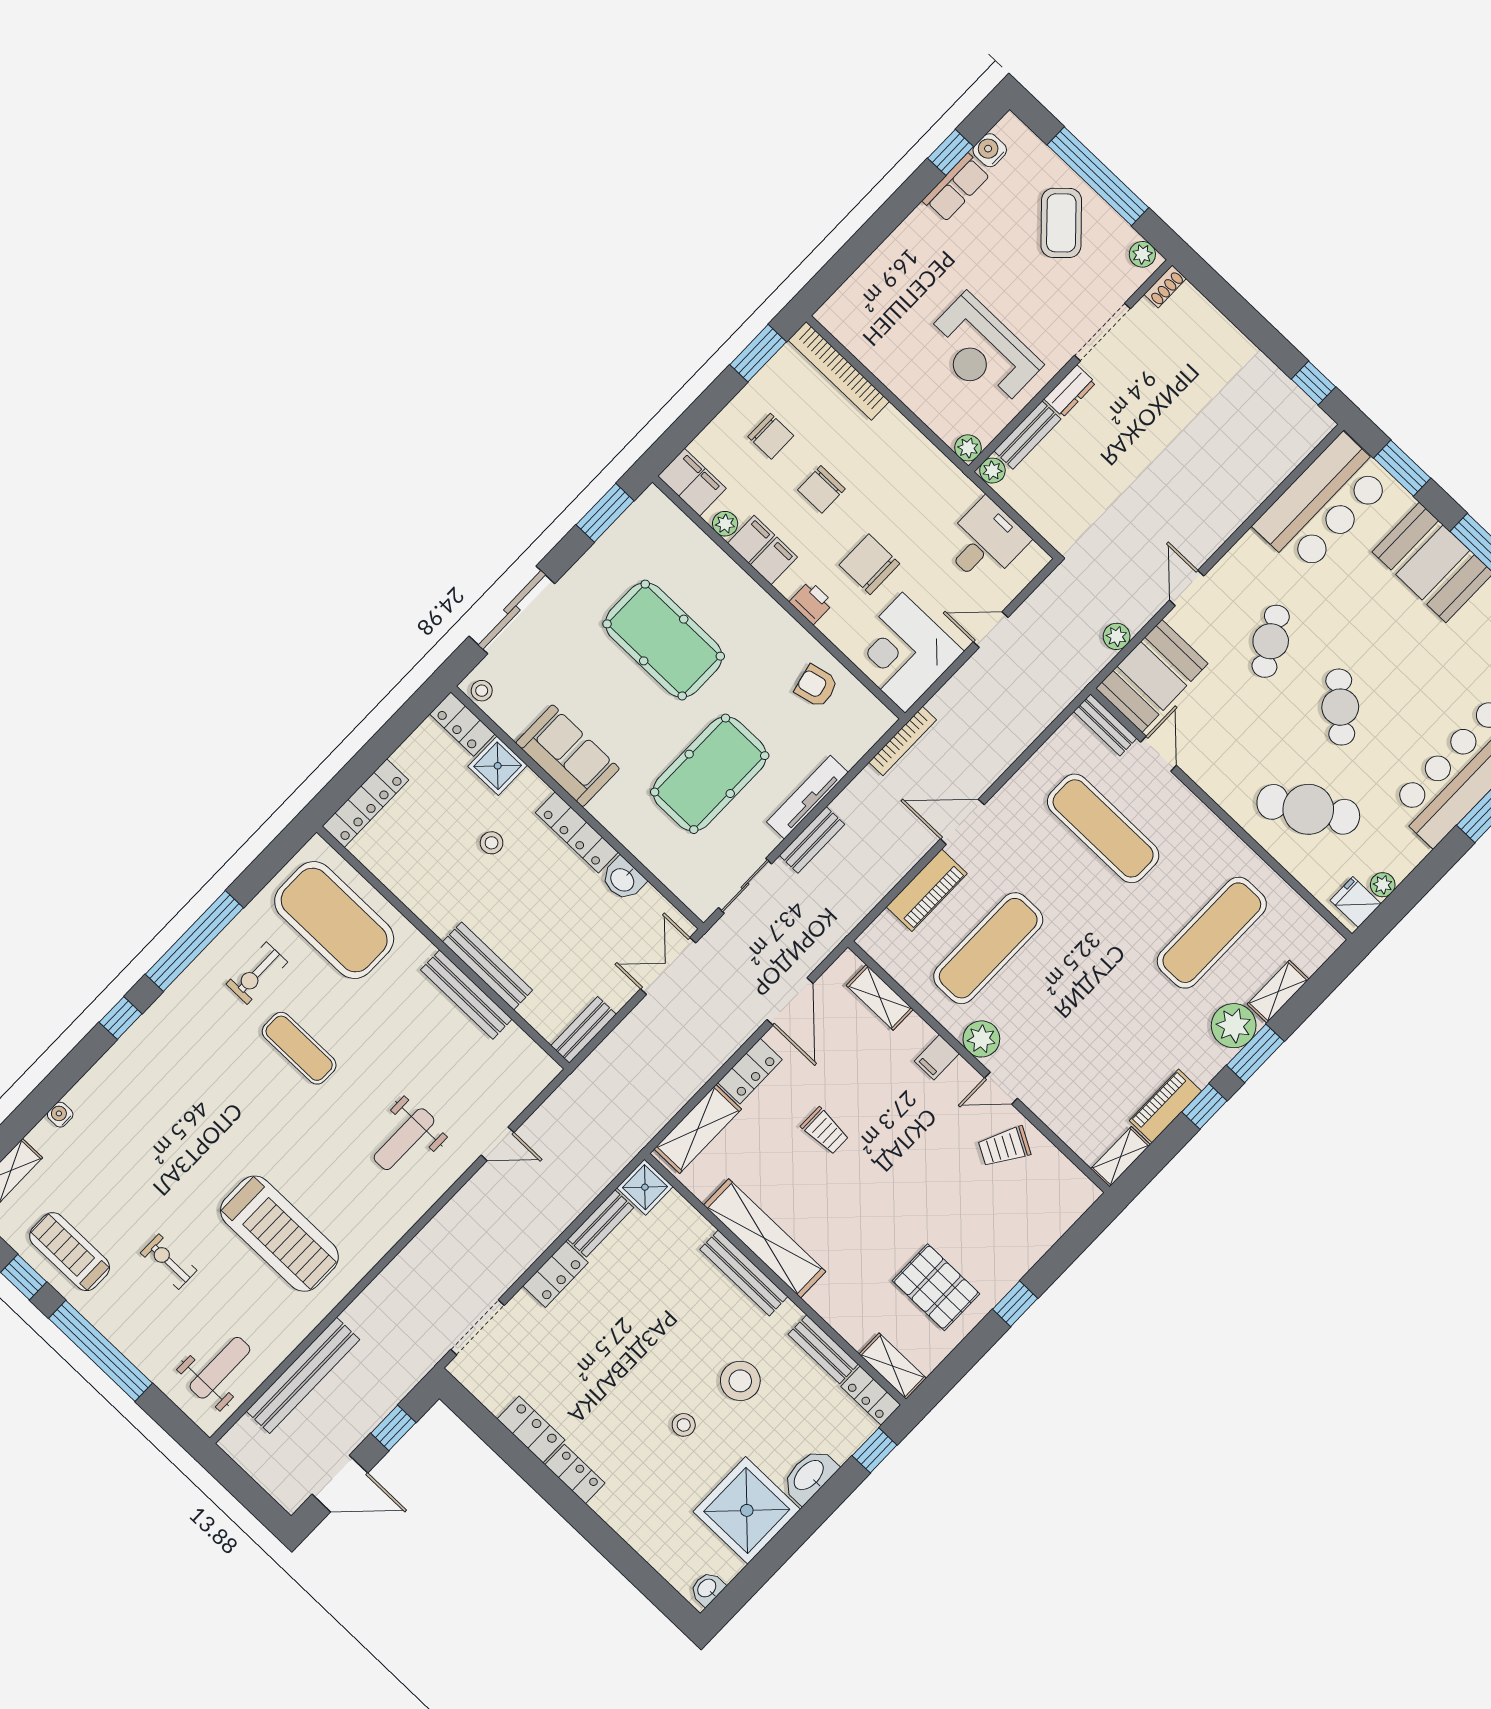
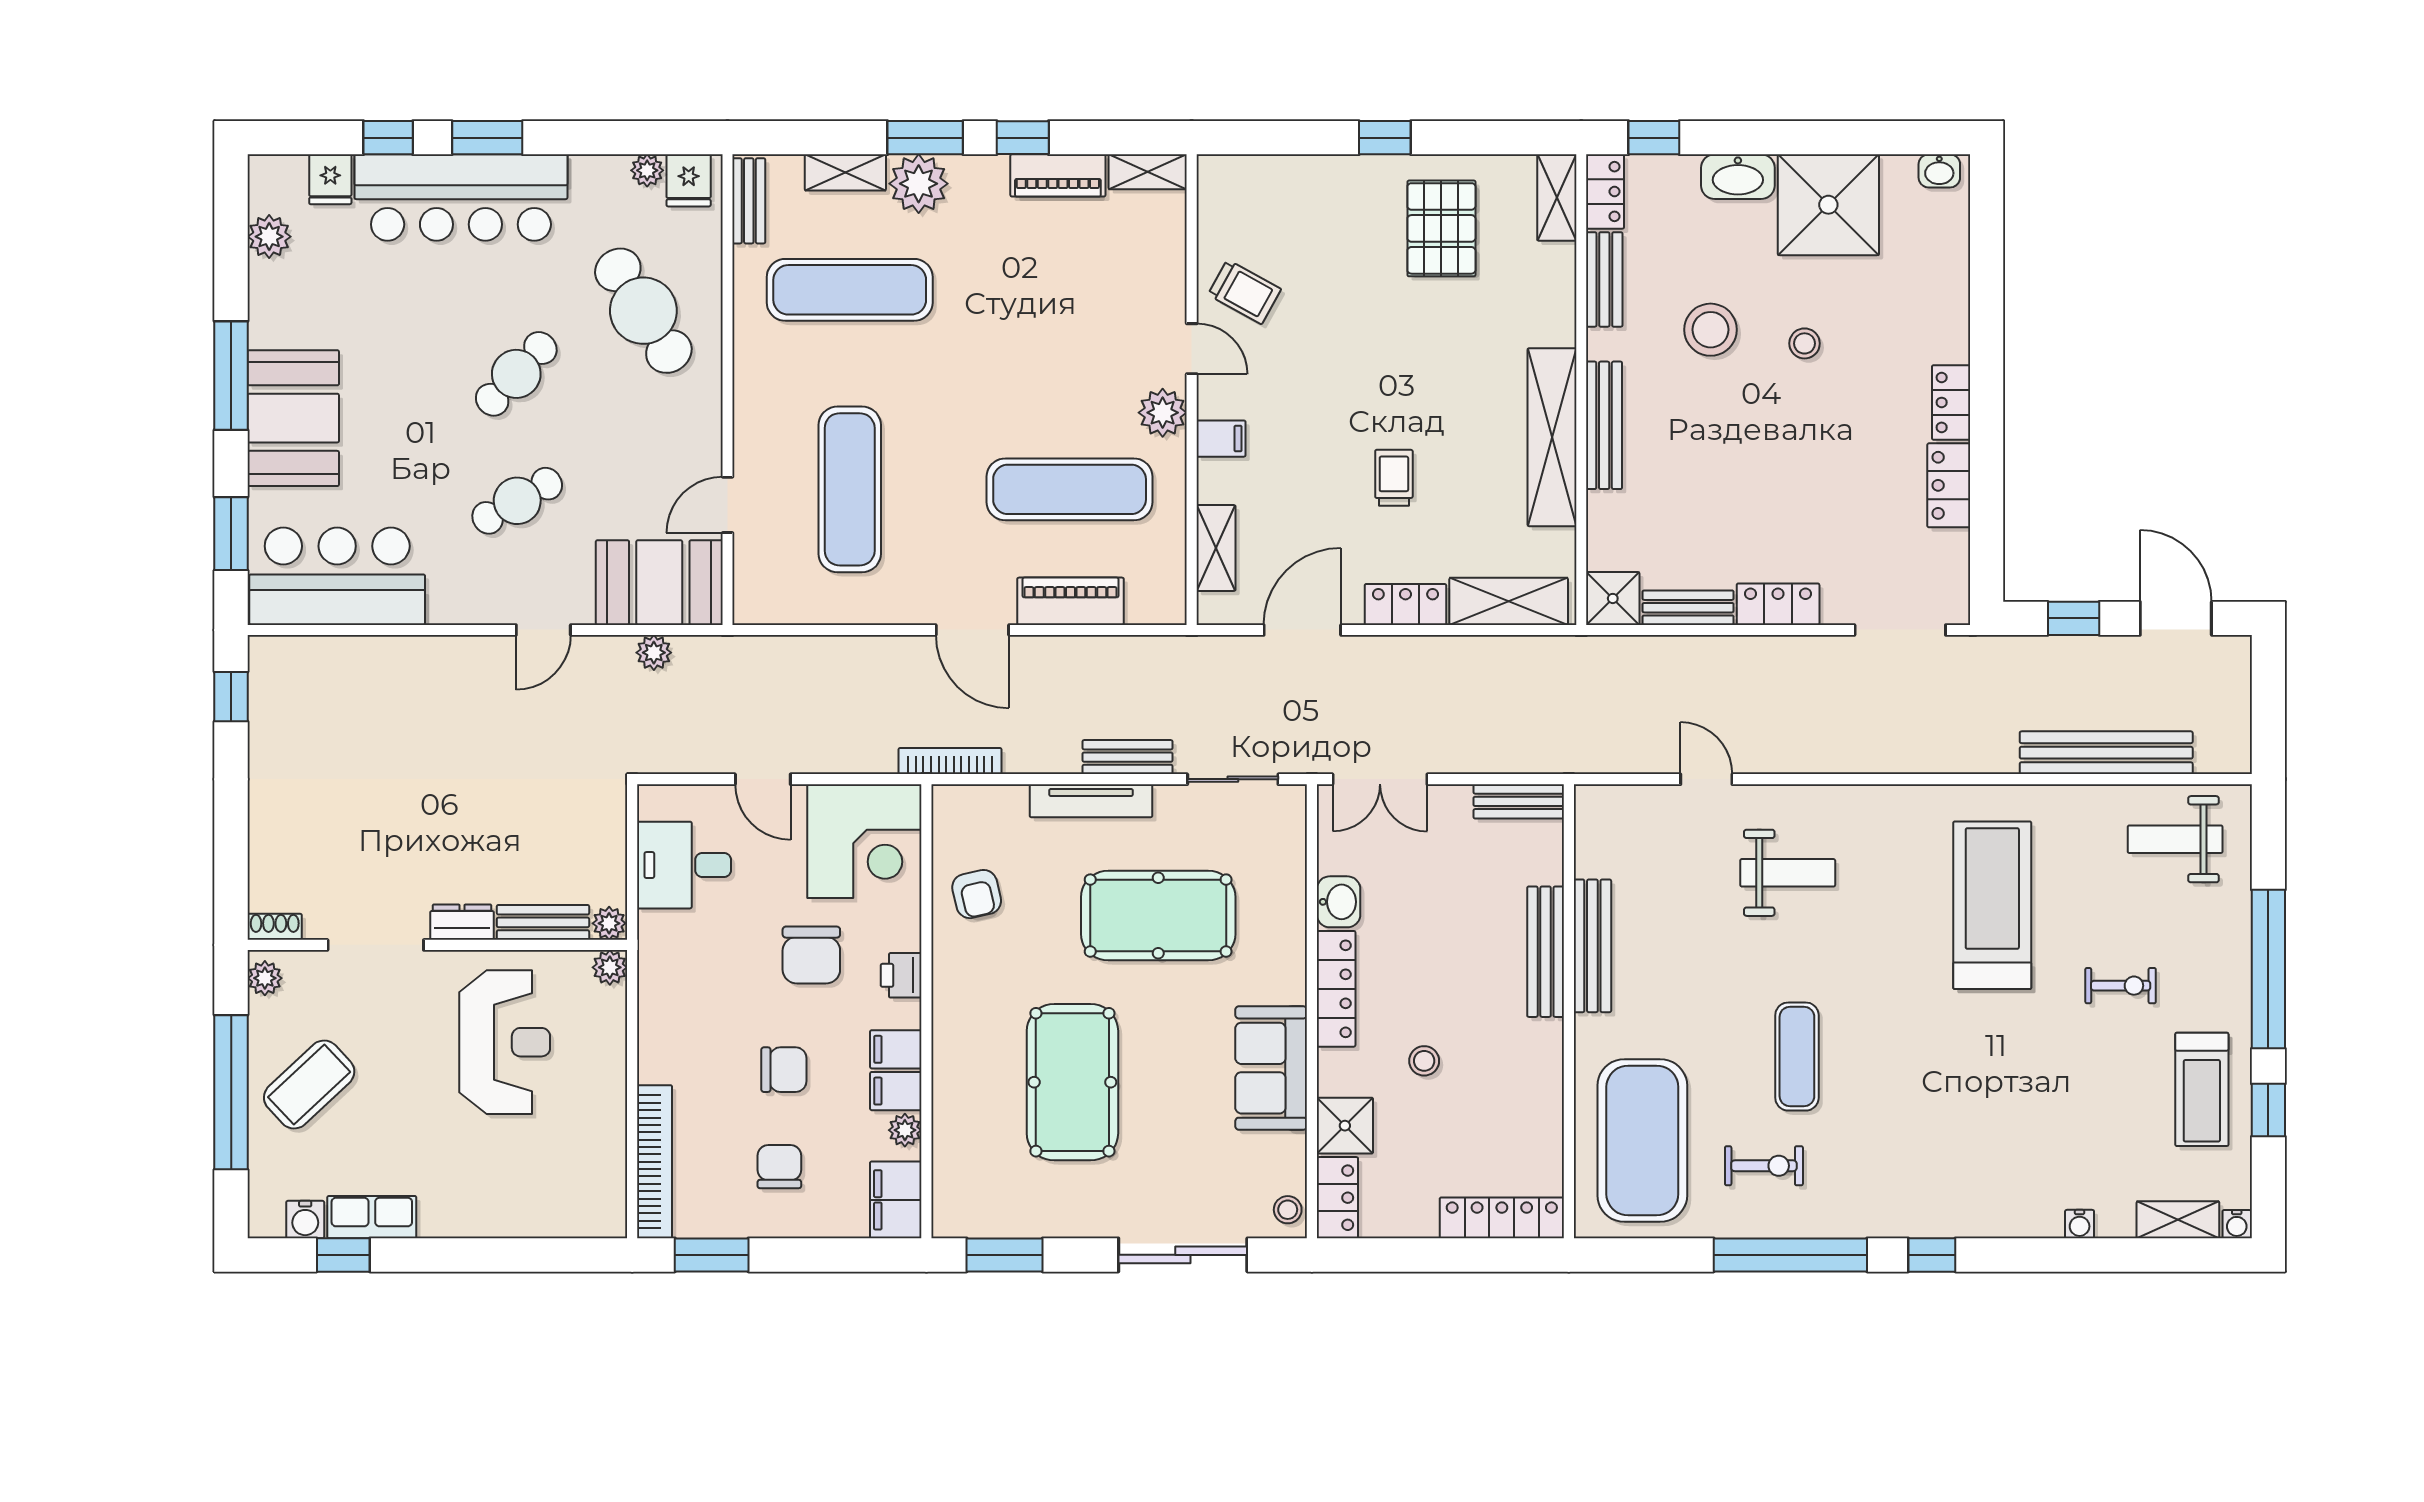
bench: (1105, 725) -> (749, 201), moved
exercise bike: (169, 1262) -> (2121, 986), turned -90

